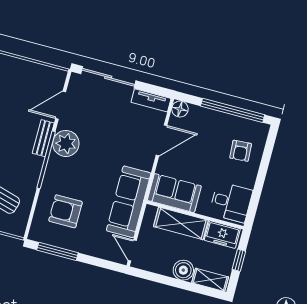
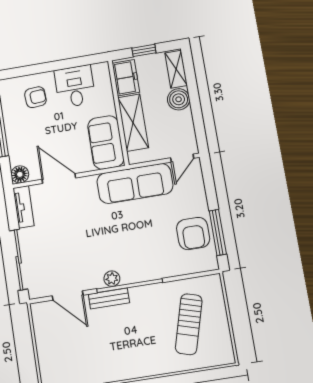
plant: (66, 143) -> (112, 279), width x0.53, depth x0.53
desk: (231, 202) -> (75, 86), moved
armchair: (66, 211) -> (193, 233), moved

